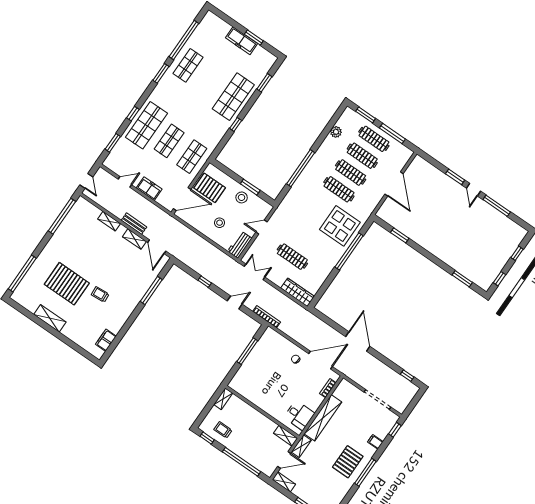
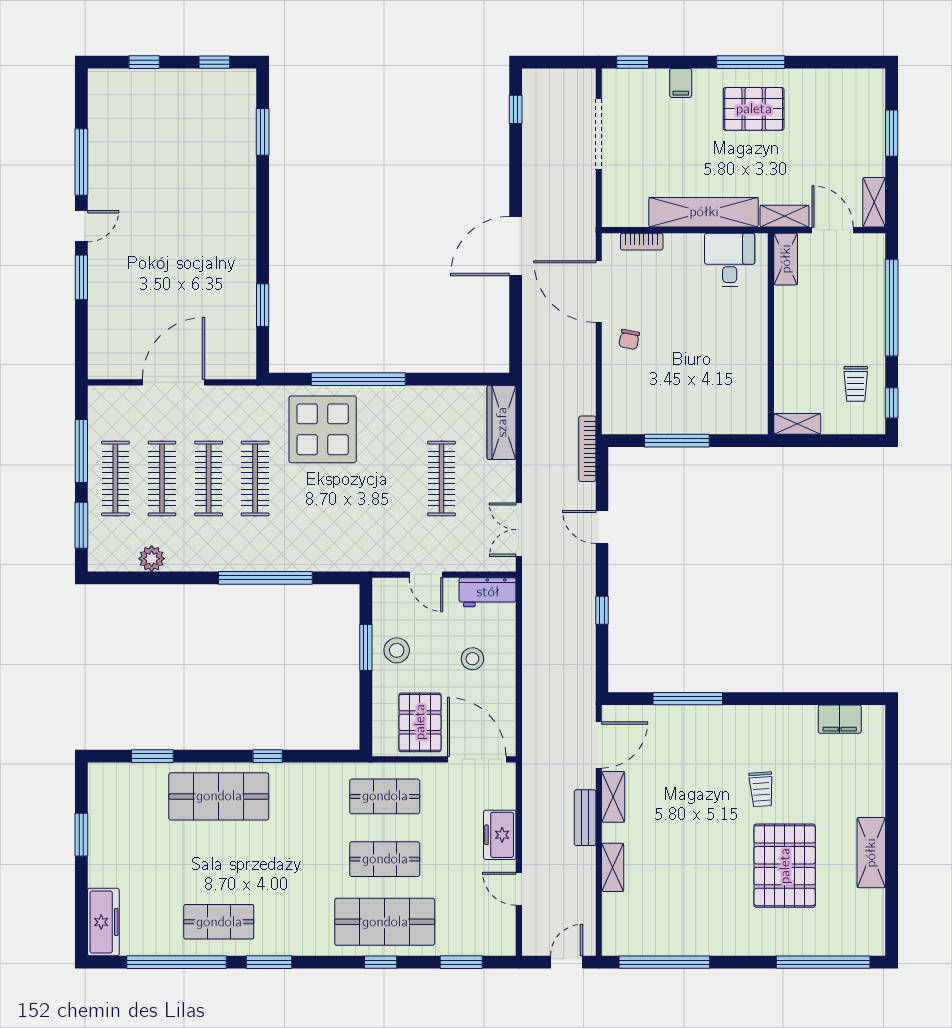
freezer: (241, 41) -> (103, 922), moved

